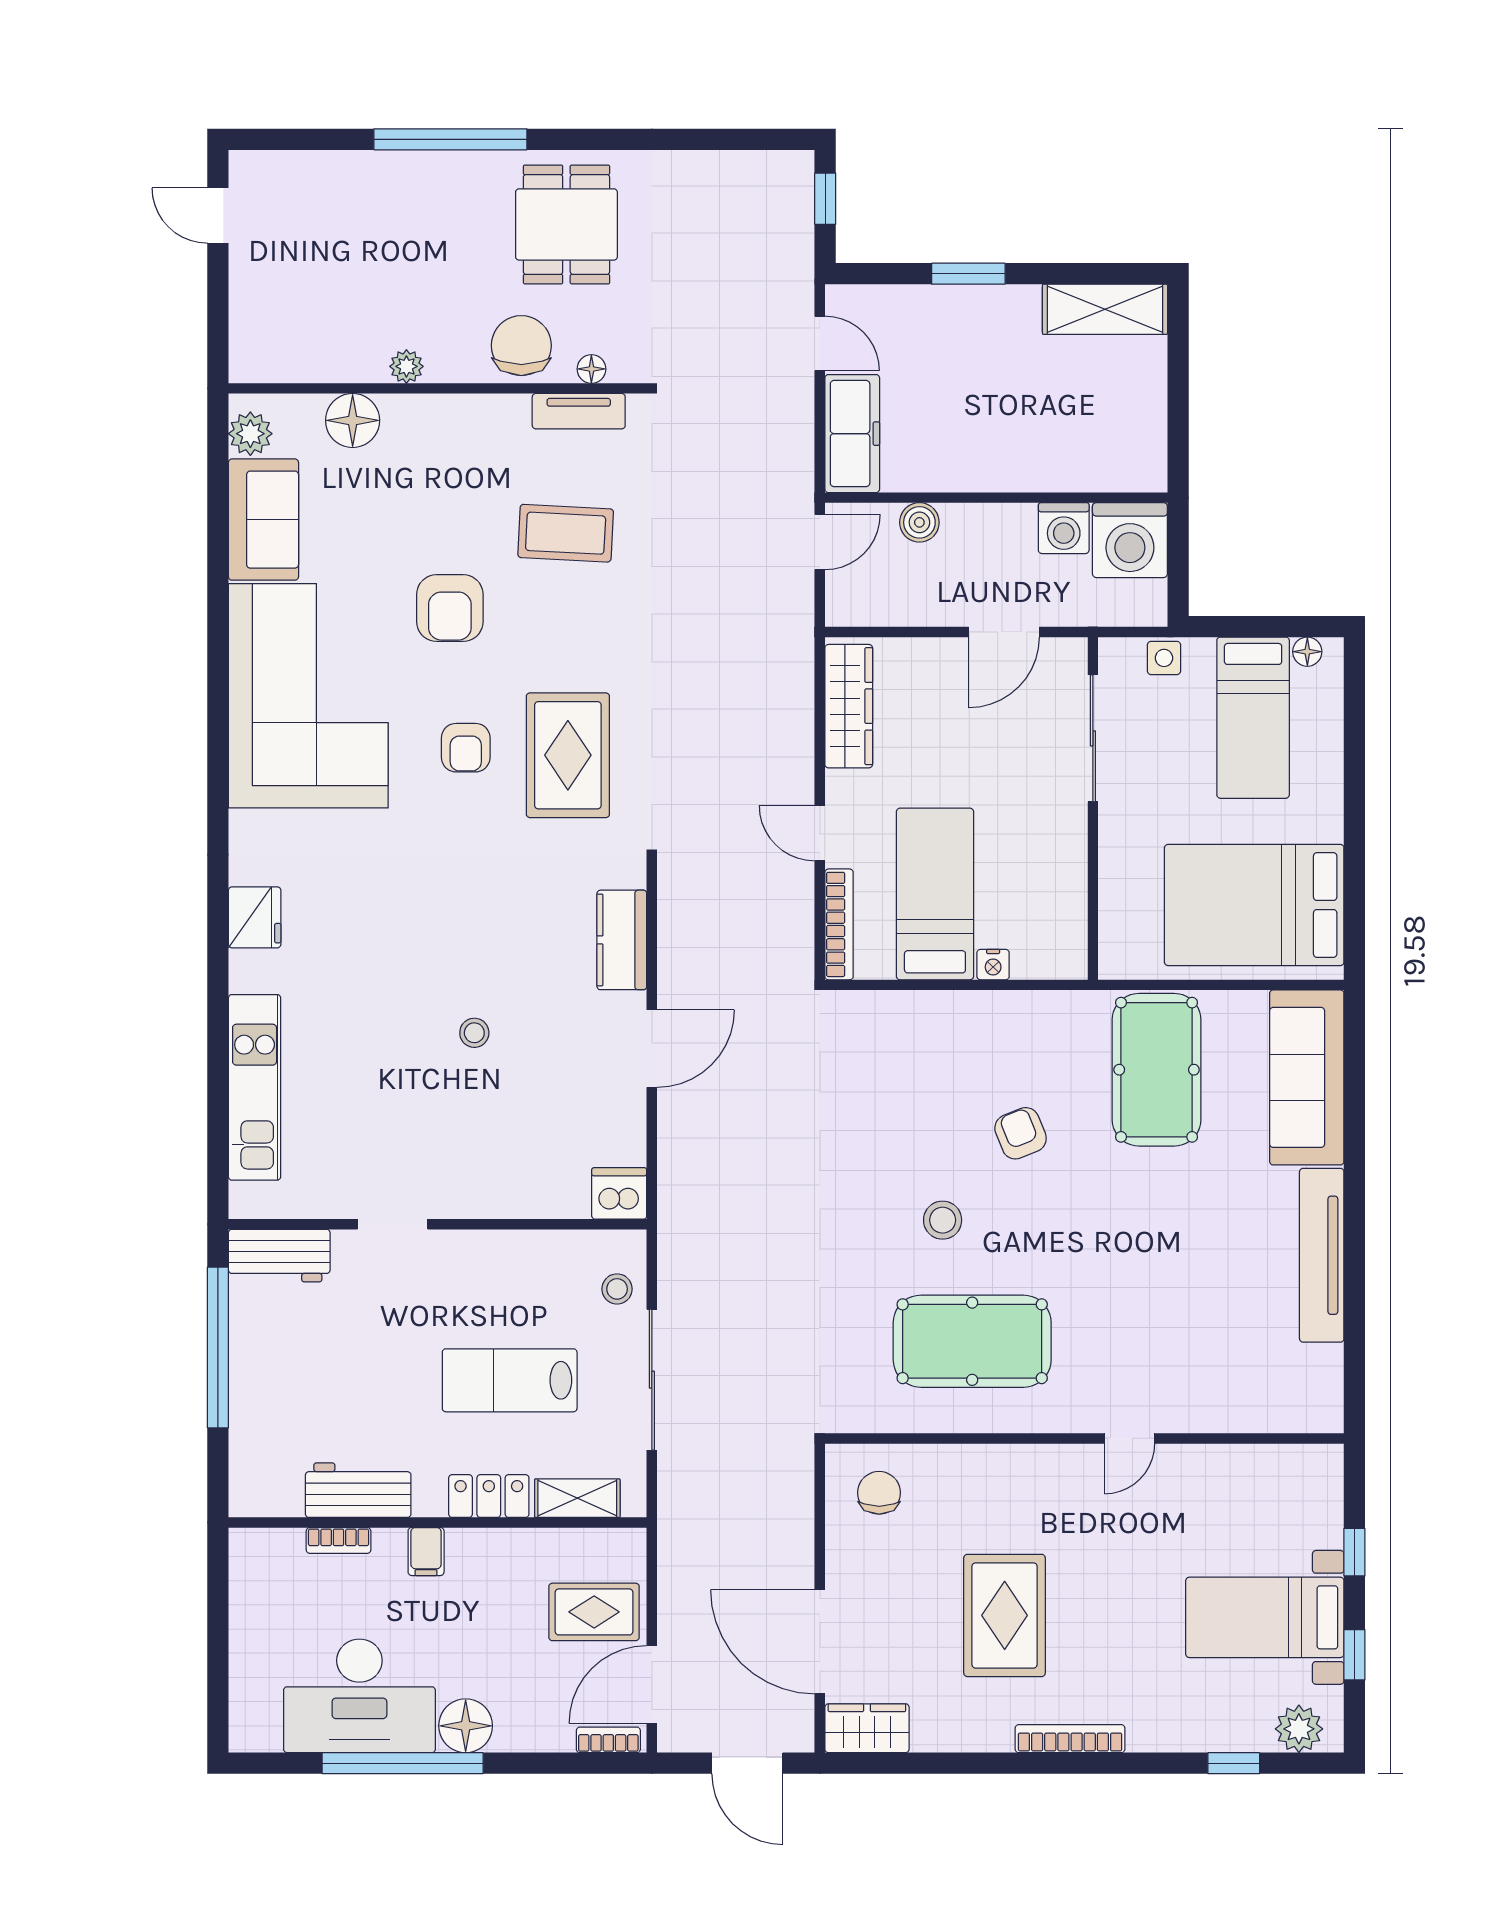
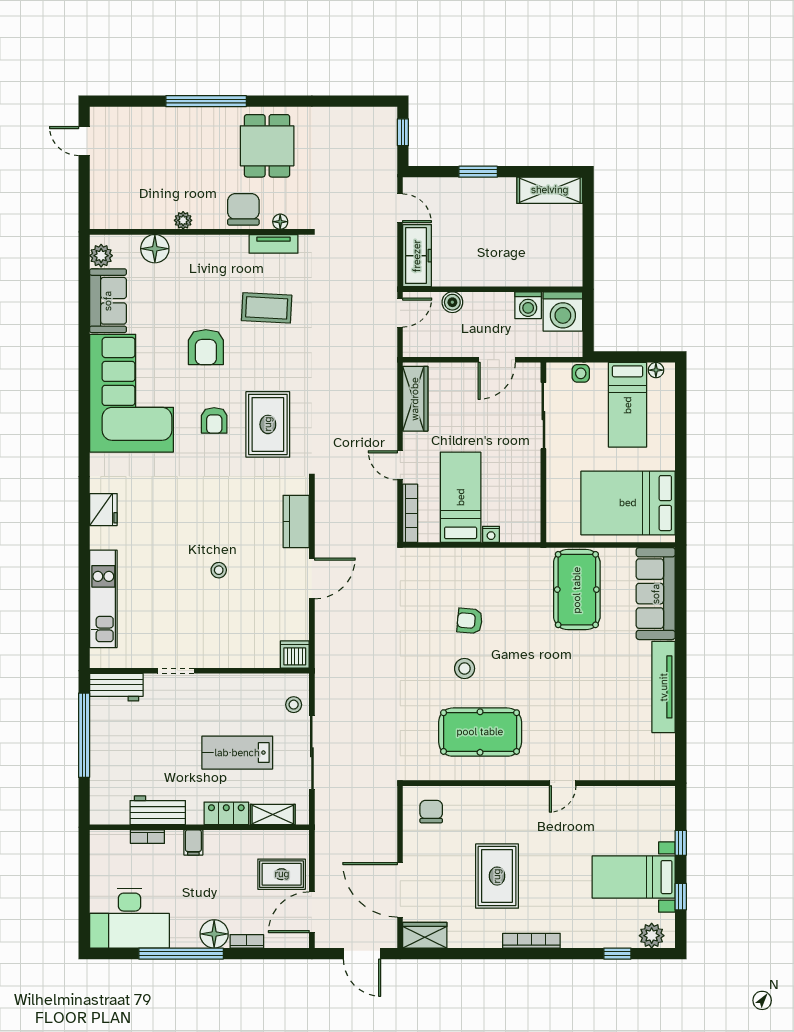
armchair: (1021, 1133) -> (470, 621), moved, turned -63
desk: (359, 1696) -> (129, 918), moved
bookcase: (608, 1740) -> (247, 941), moved

